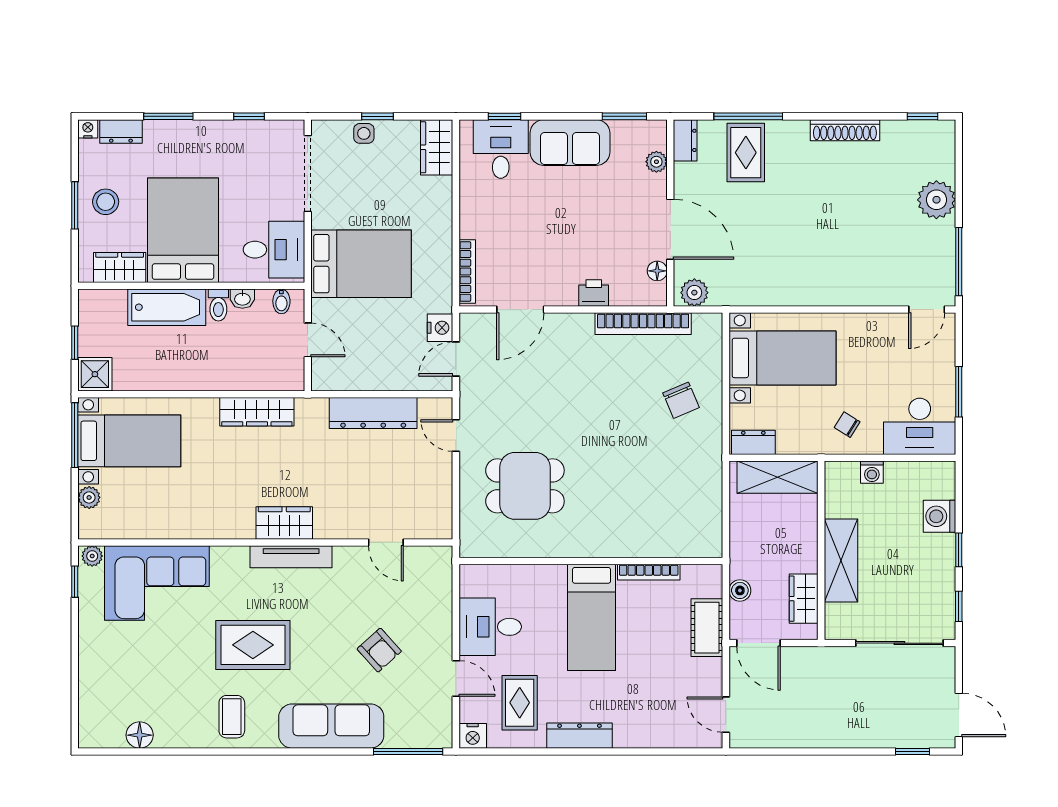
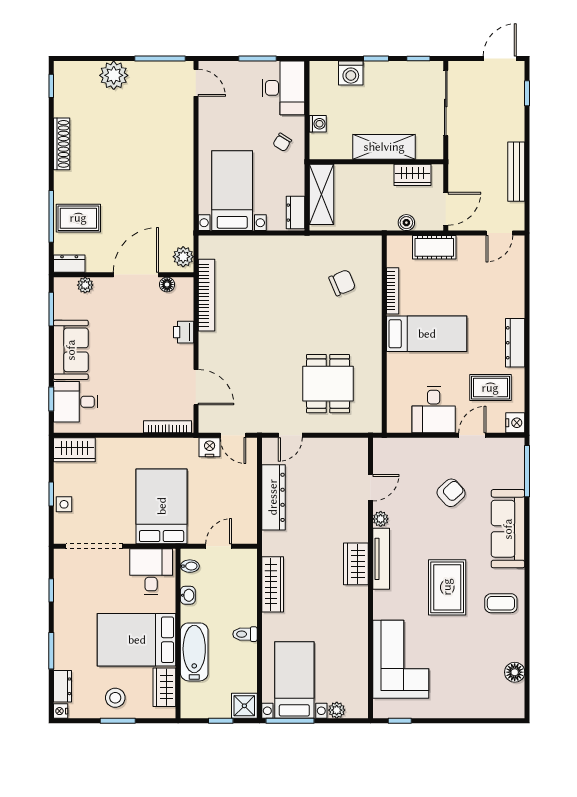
toilet: (218, 305) -> (245, 634), moved, turned 180
chair: (681, 400) -> (342, 283), moved
plant: (92, 556) -> (381, 519), moved
bench: (808, 737) -> (516, 172), added

